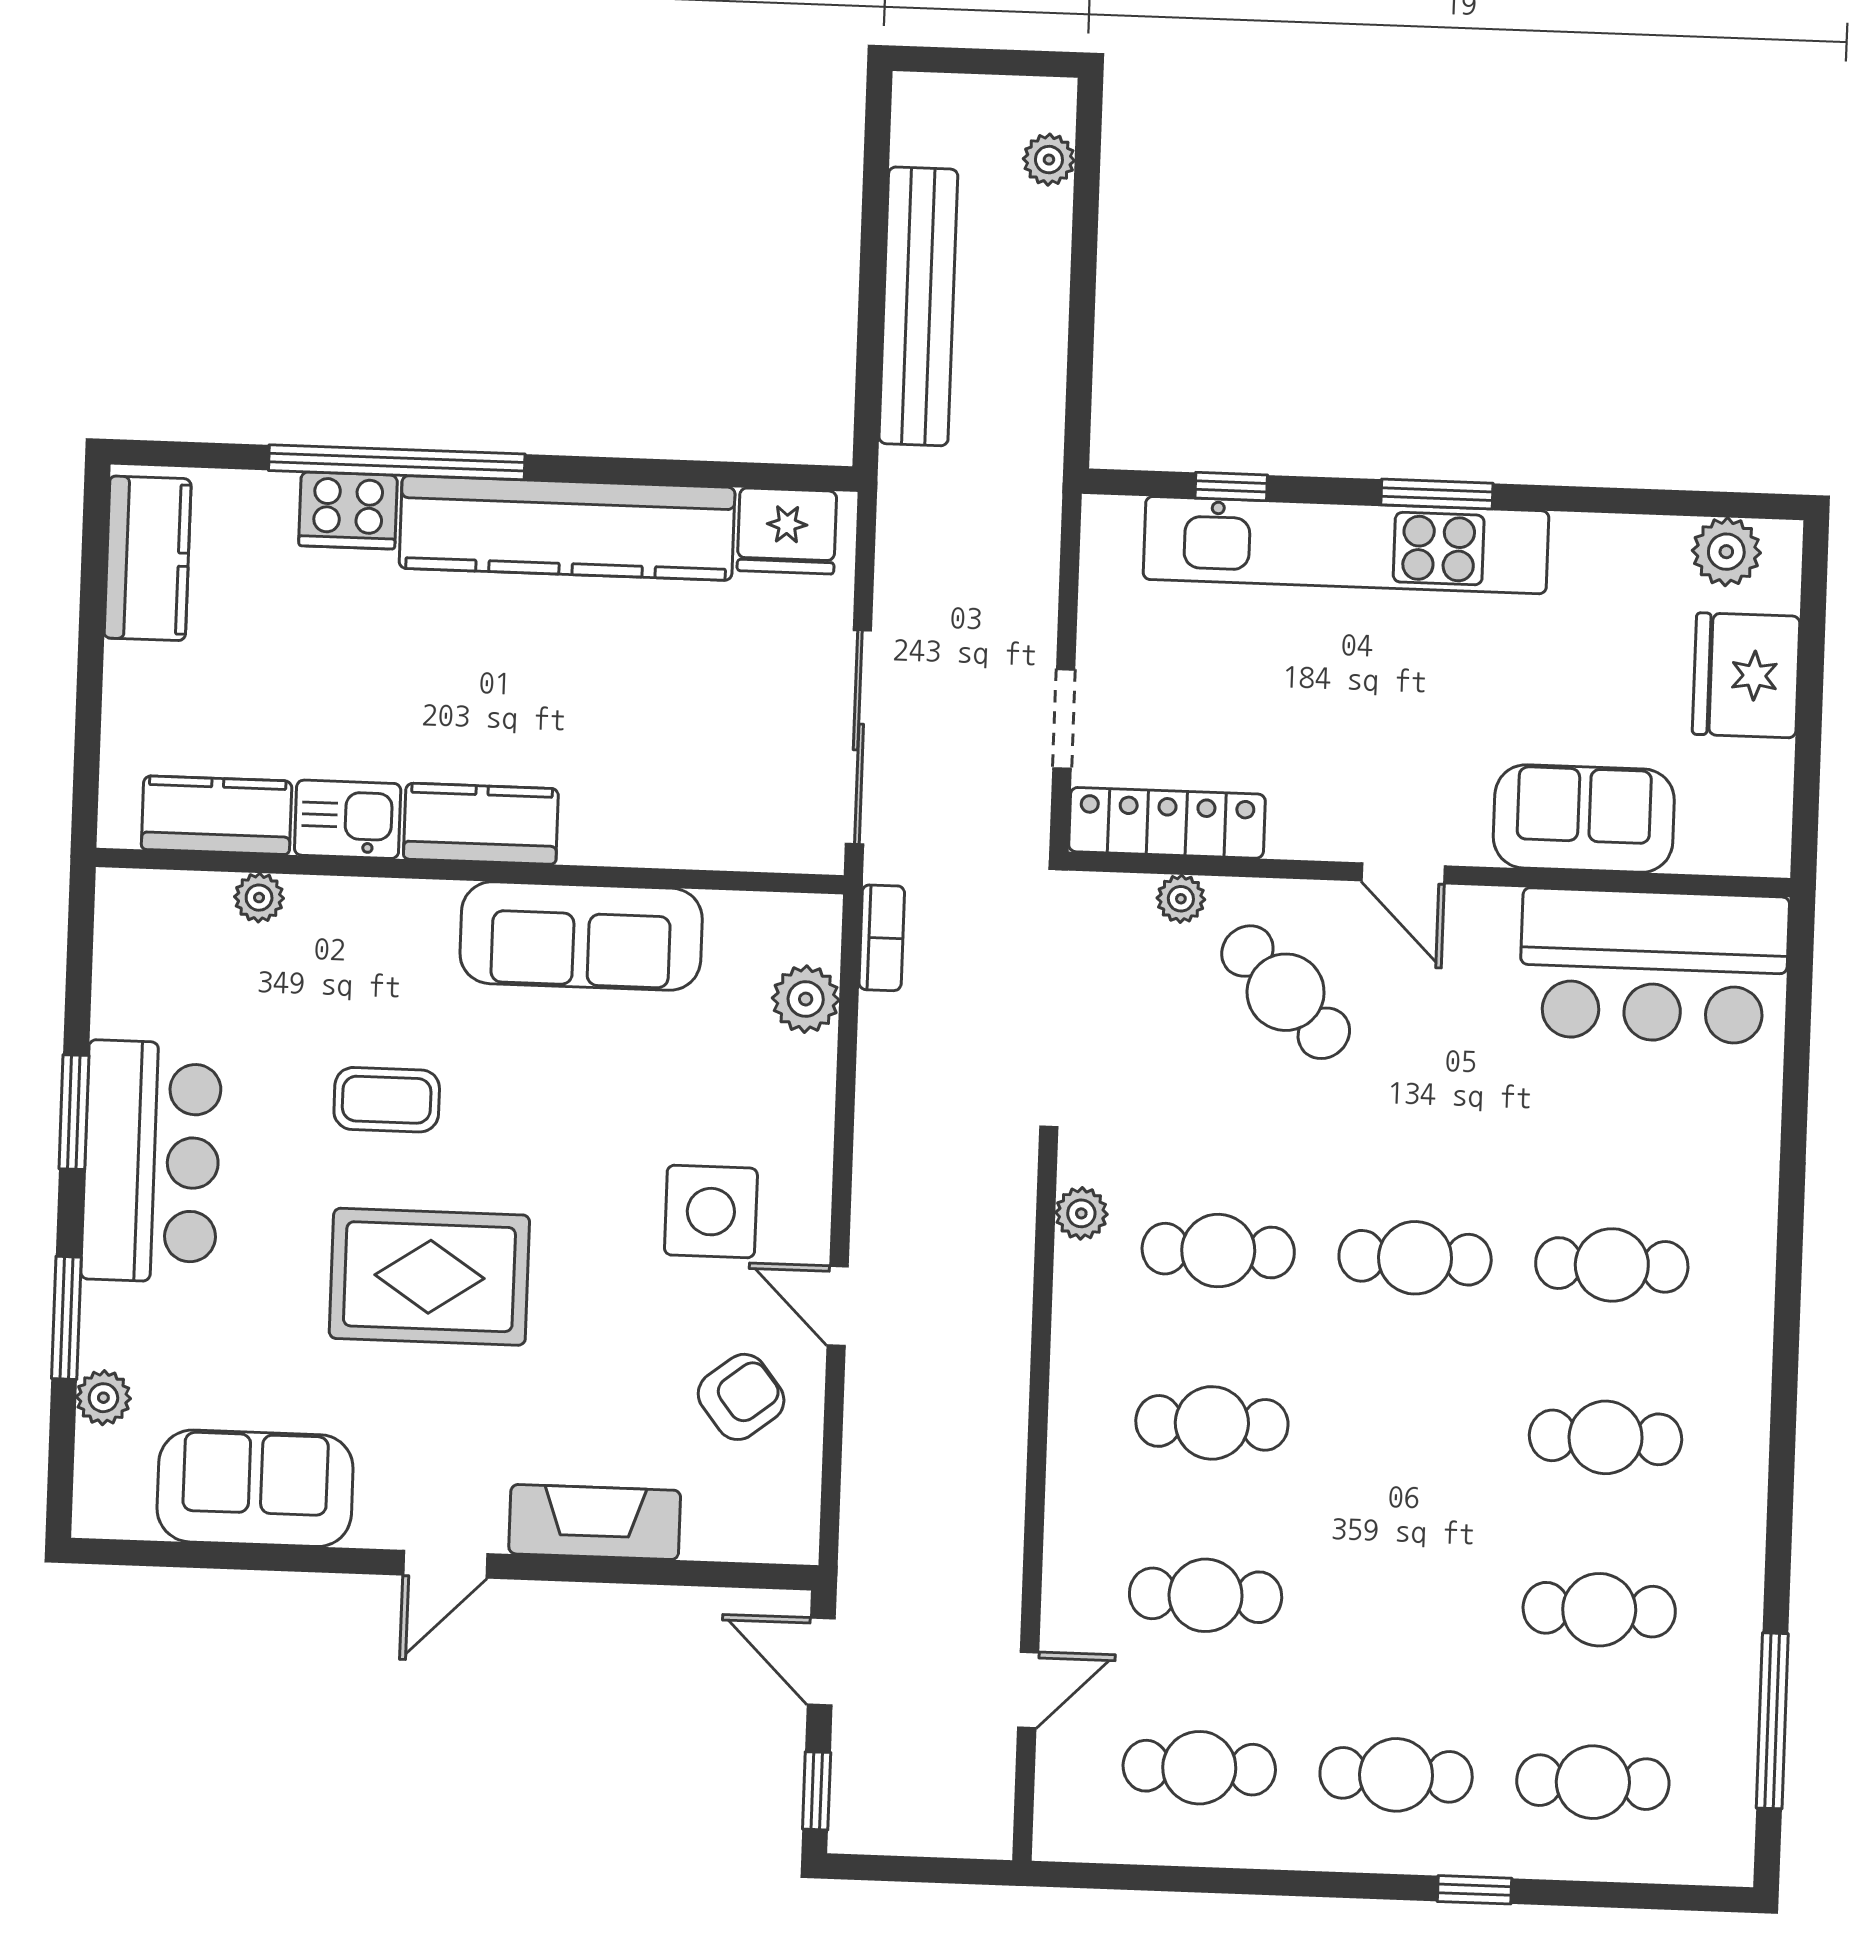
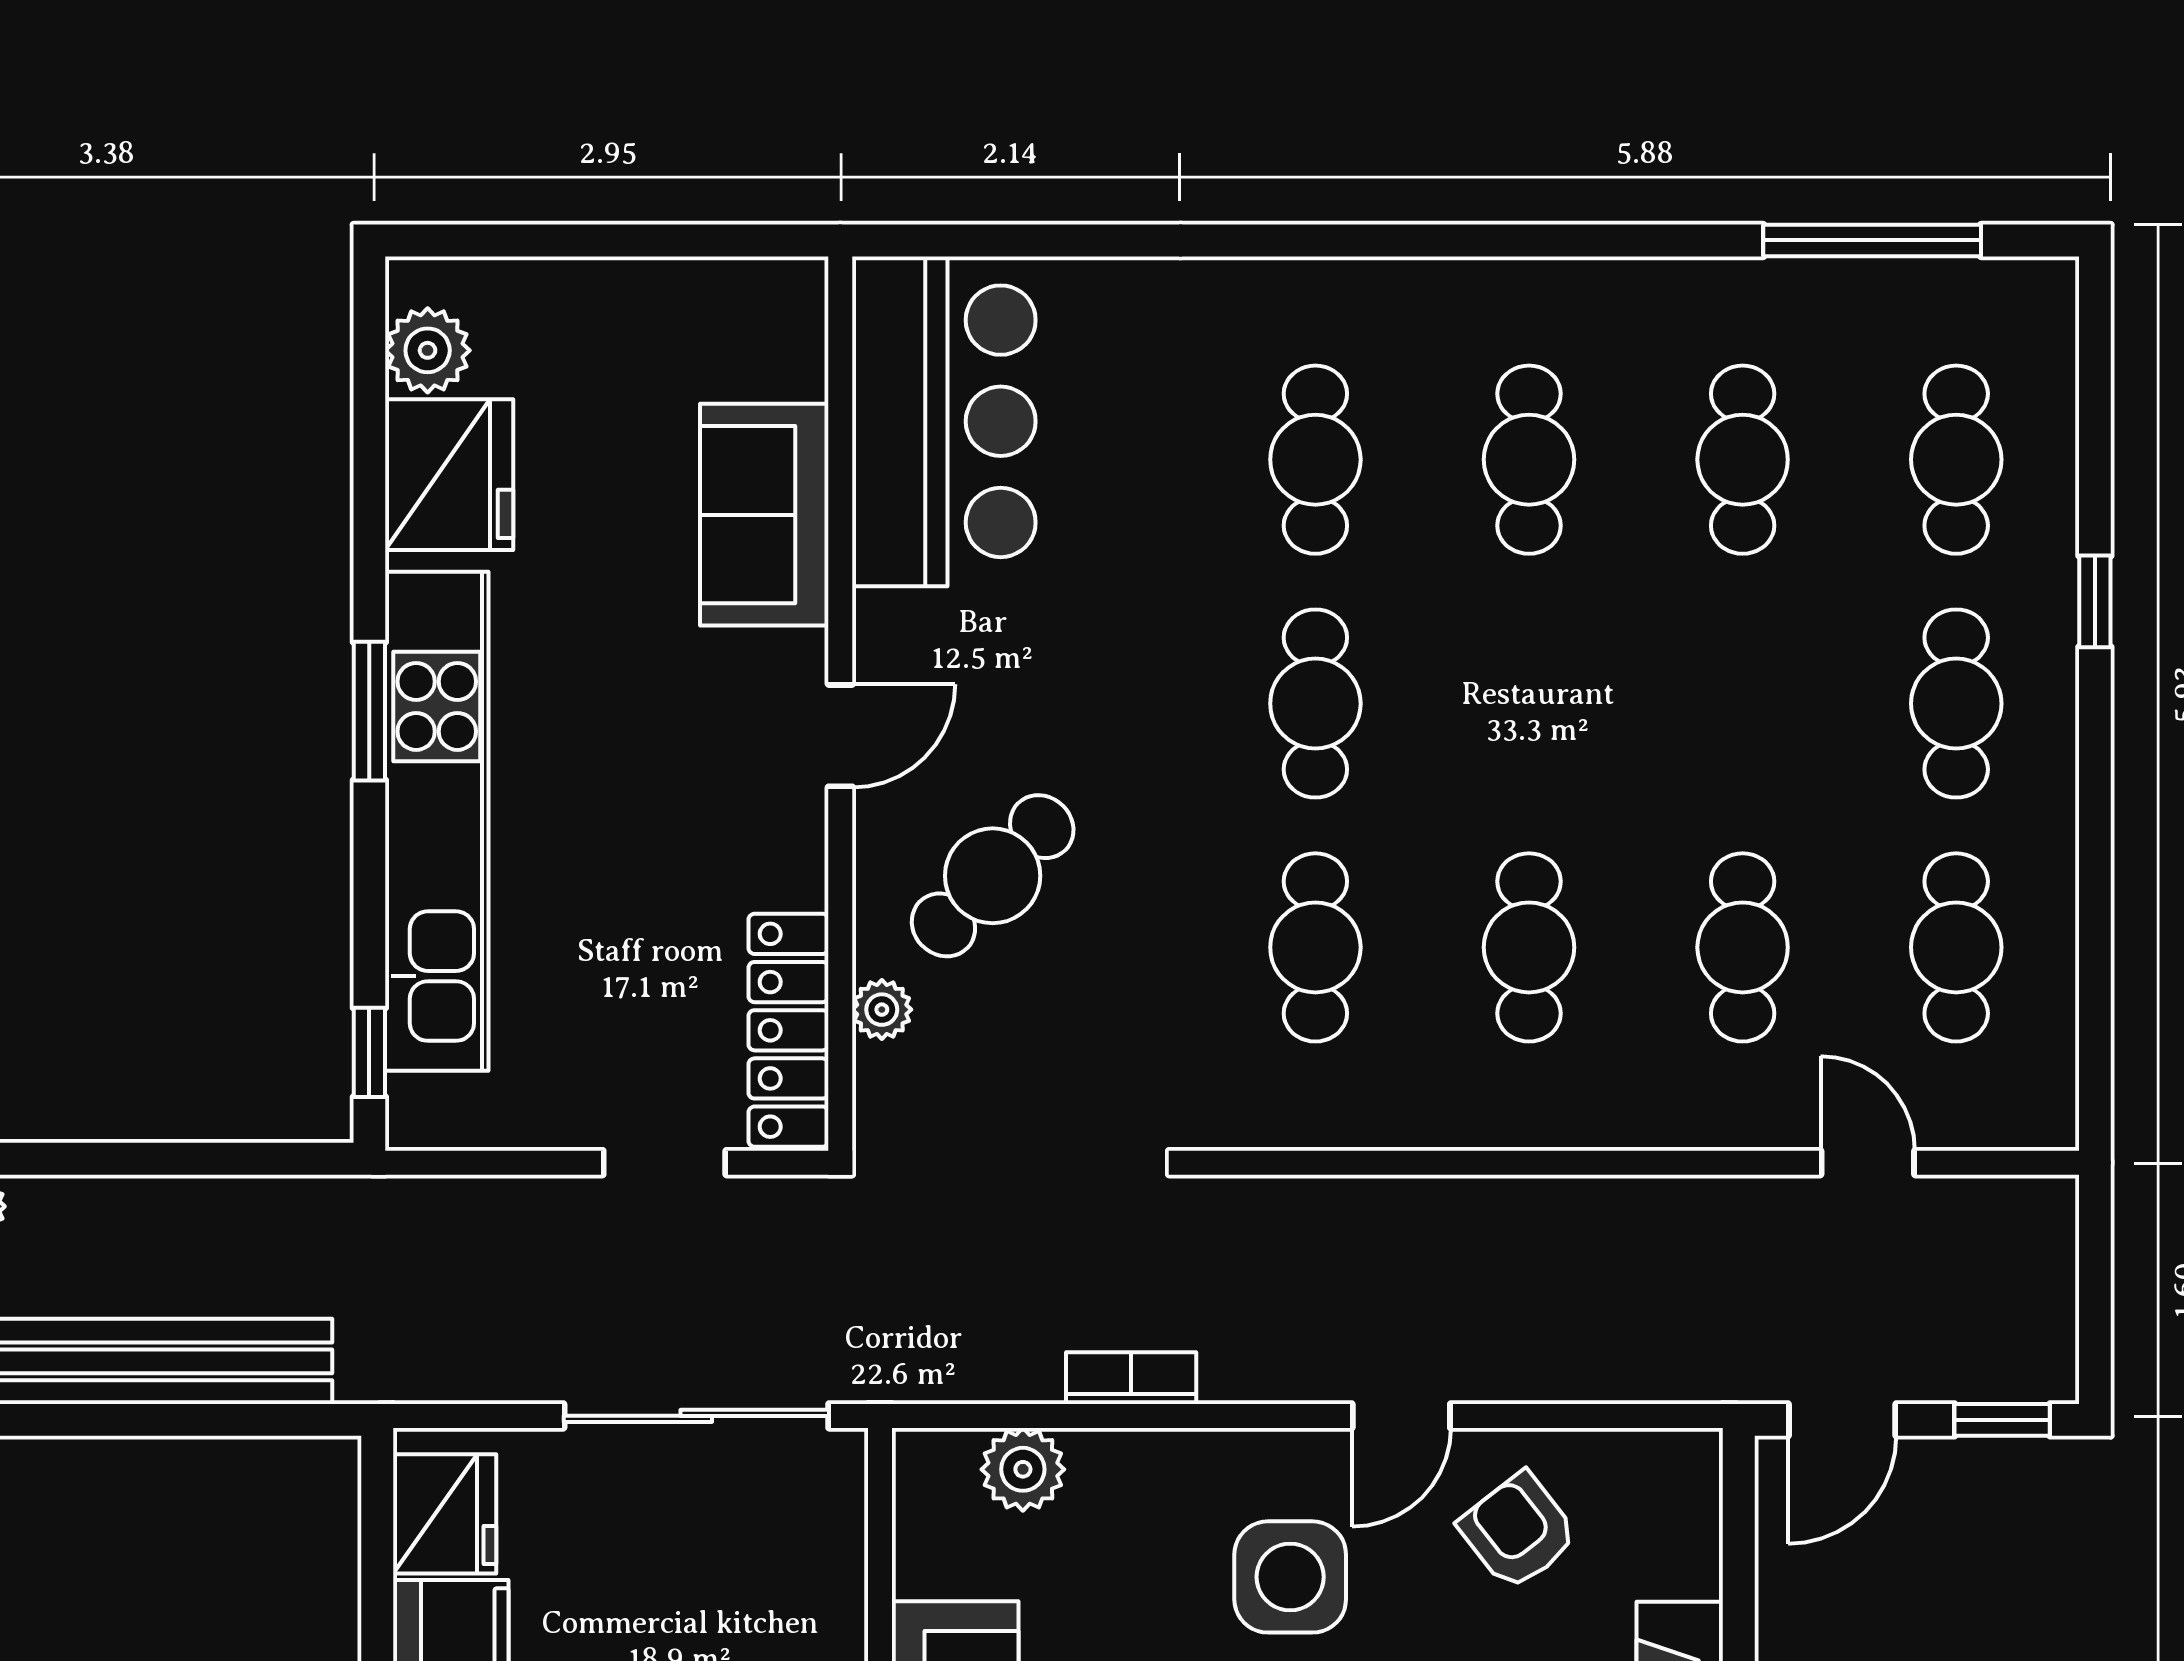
window: (1231, 486) -> (369, 1052), moved
fridge: (1746, 675) -> (449, 475), moved, turned -90
bookcase: (882, 938) -> (1131, 1378), moved
plant: (1081, 1213) -> (1276, 1119), removed

